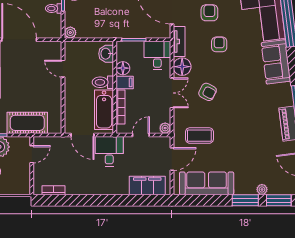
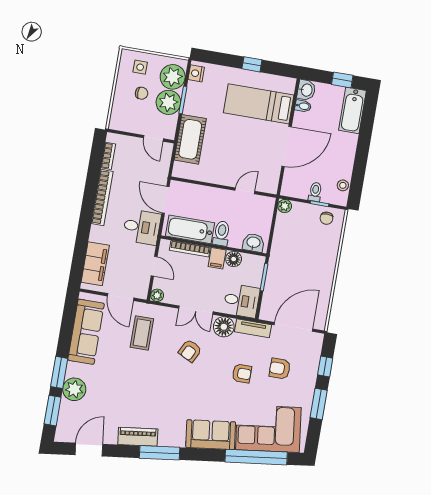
armchair: (209, 13) -> (280, 369), turned 180
door: (82, 135) -> (166, 200), hinge flipped
bookcase: (90, 189) -> (102, 197), added
plant: (262, 189) -> (74, 389), width x1.88, depth x1.88

